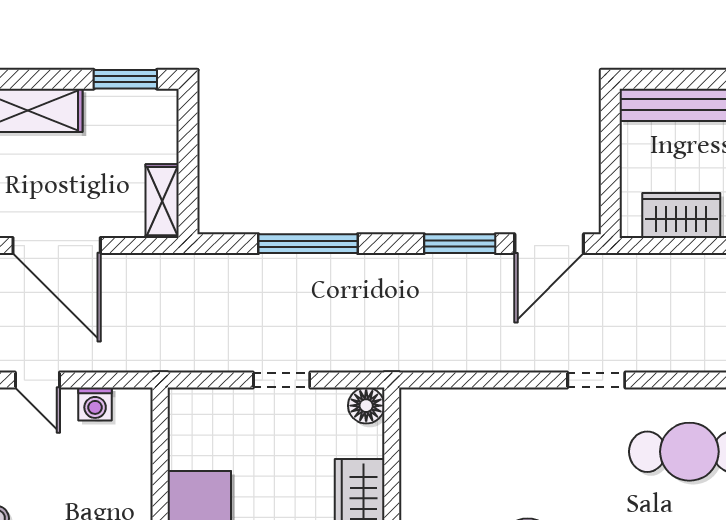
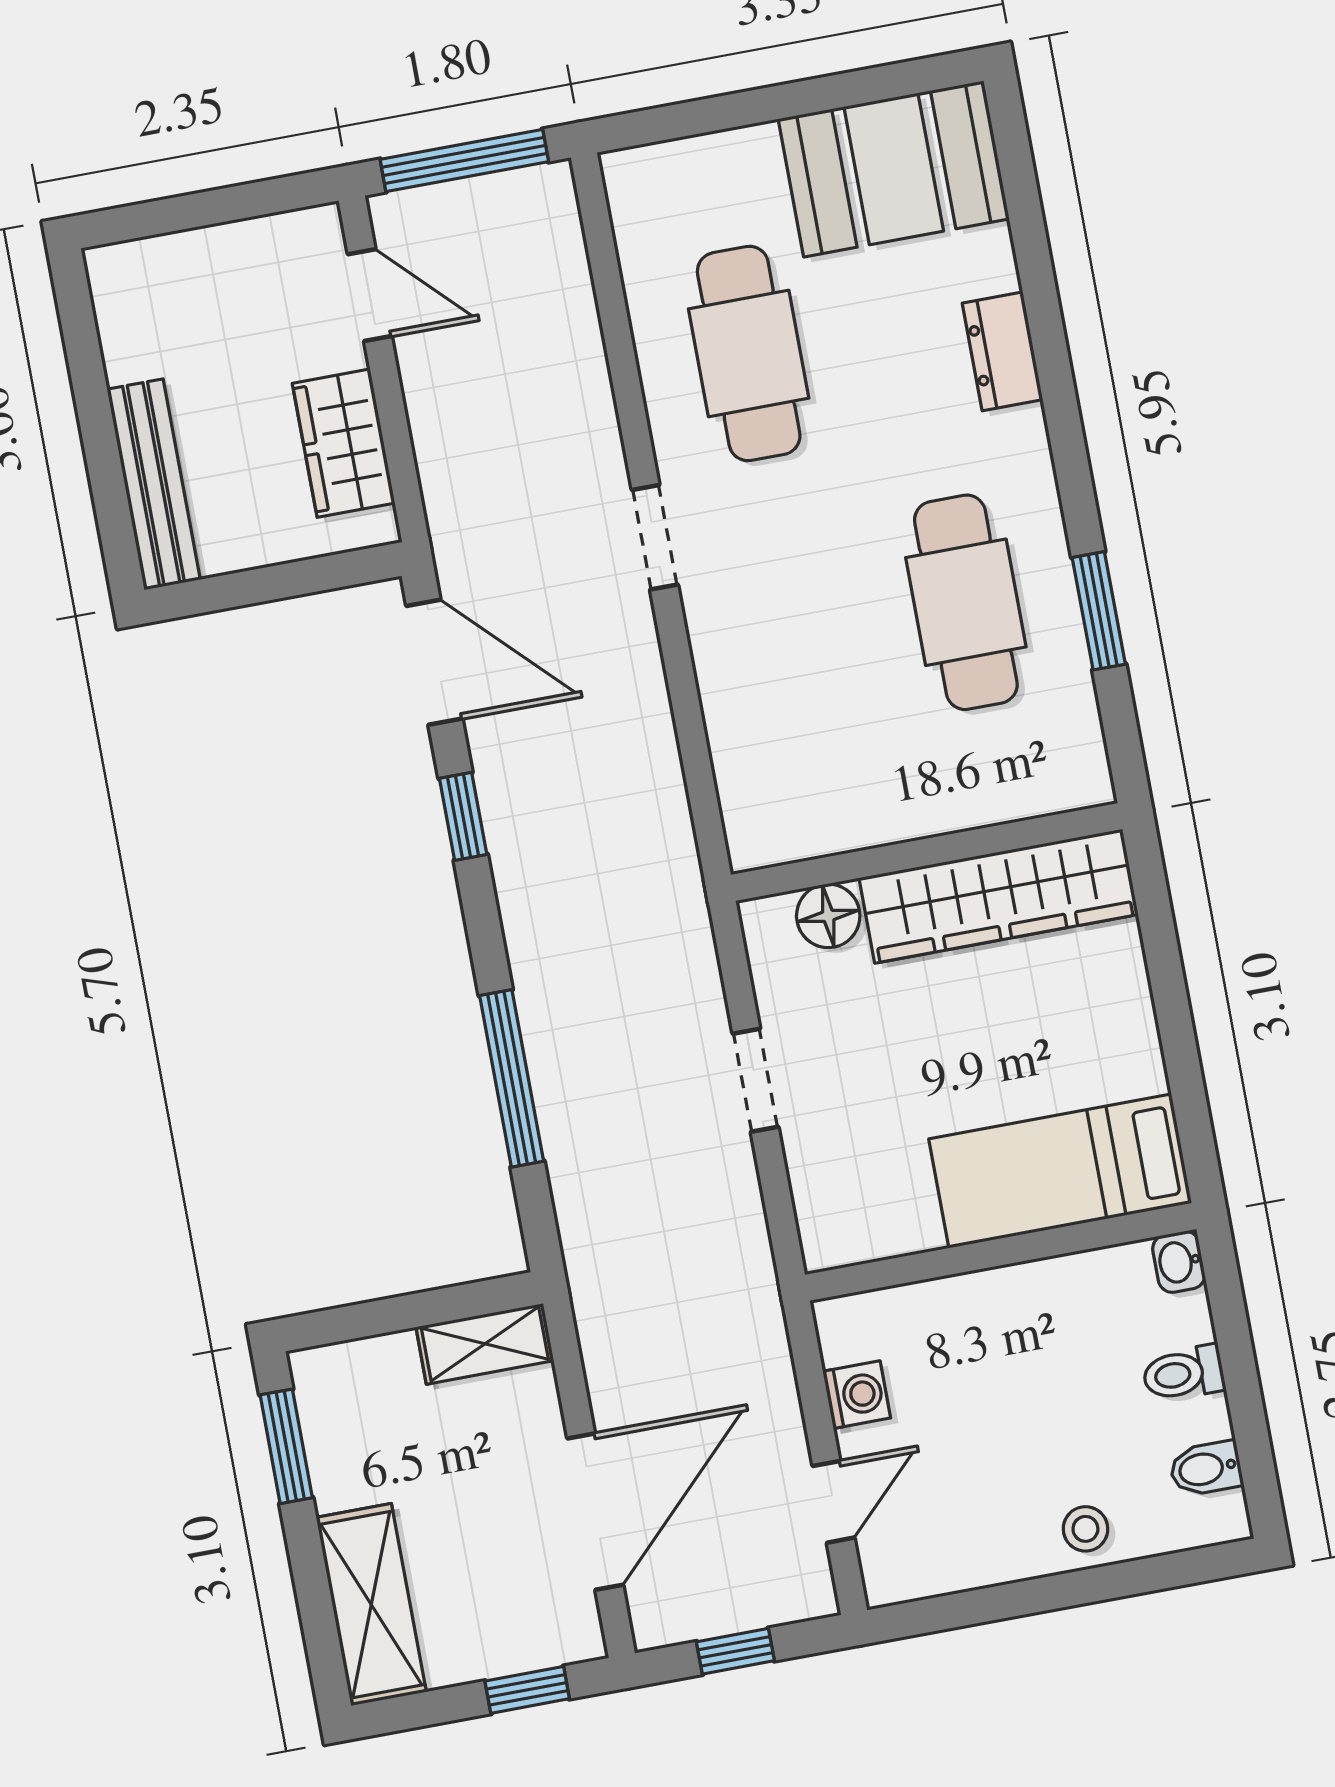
window: (460, 244) -> (463, 816), width x0.67
floor lamp: (366, 406) -> (828, 916), moved

